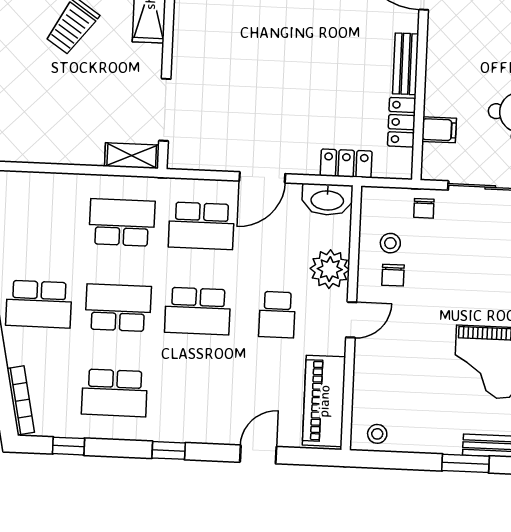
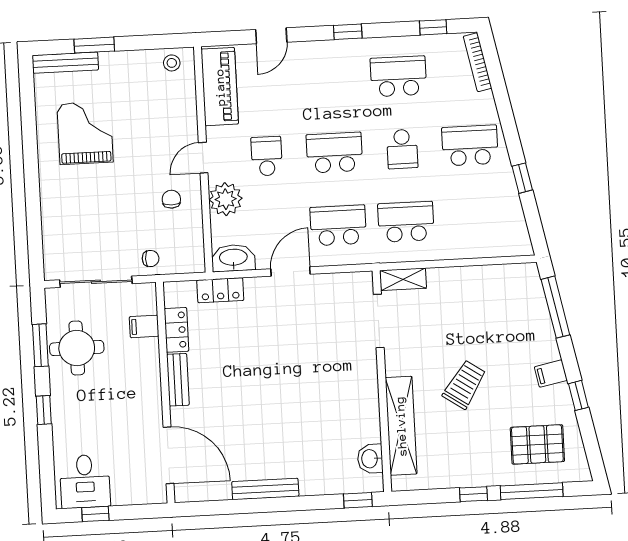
chair: (424, 208) -> (151, 258), turned 90
school desk: (122, 222) -> (406, 222), turned 180
stool: (390, 243) -> (176, 226), removed
school desk: (118, 308) -> (402, 149), width x0.54

